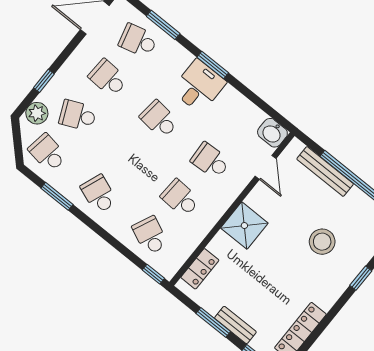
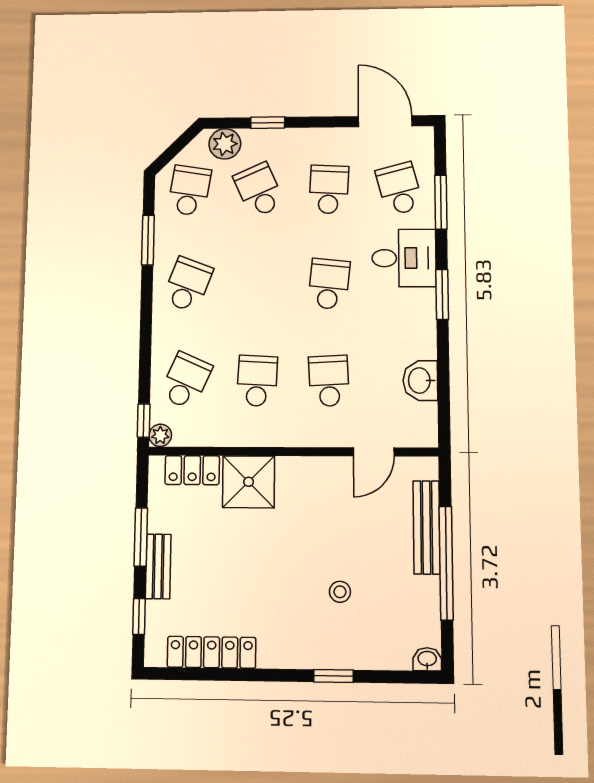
desk: (199, 86) -> (404, 258), moved
washbasin: (272, 133) -> (420, 381), moved
shower: (244, 226) -> (249, 482), moved
stool: (322, 242) -> (340, 592), width x0.53, depth x0.53
plant: (168, 271) -> (160, 435), added

